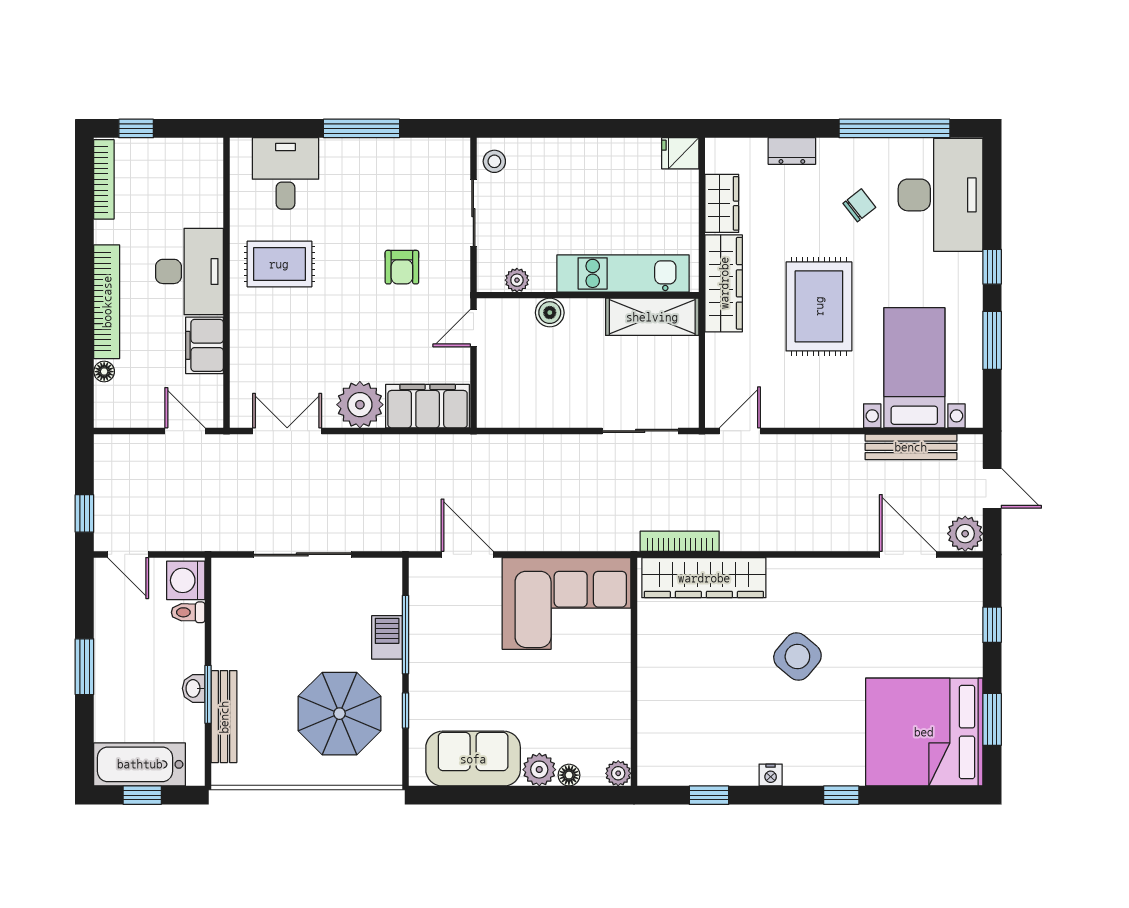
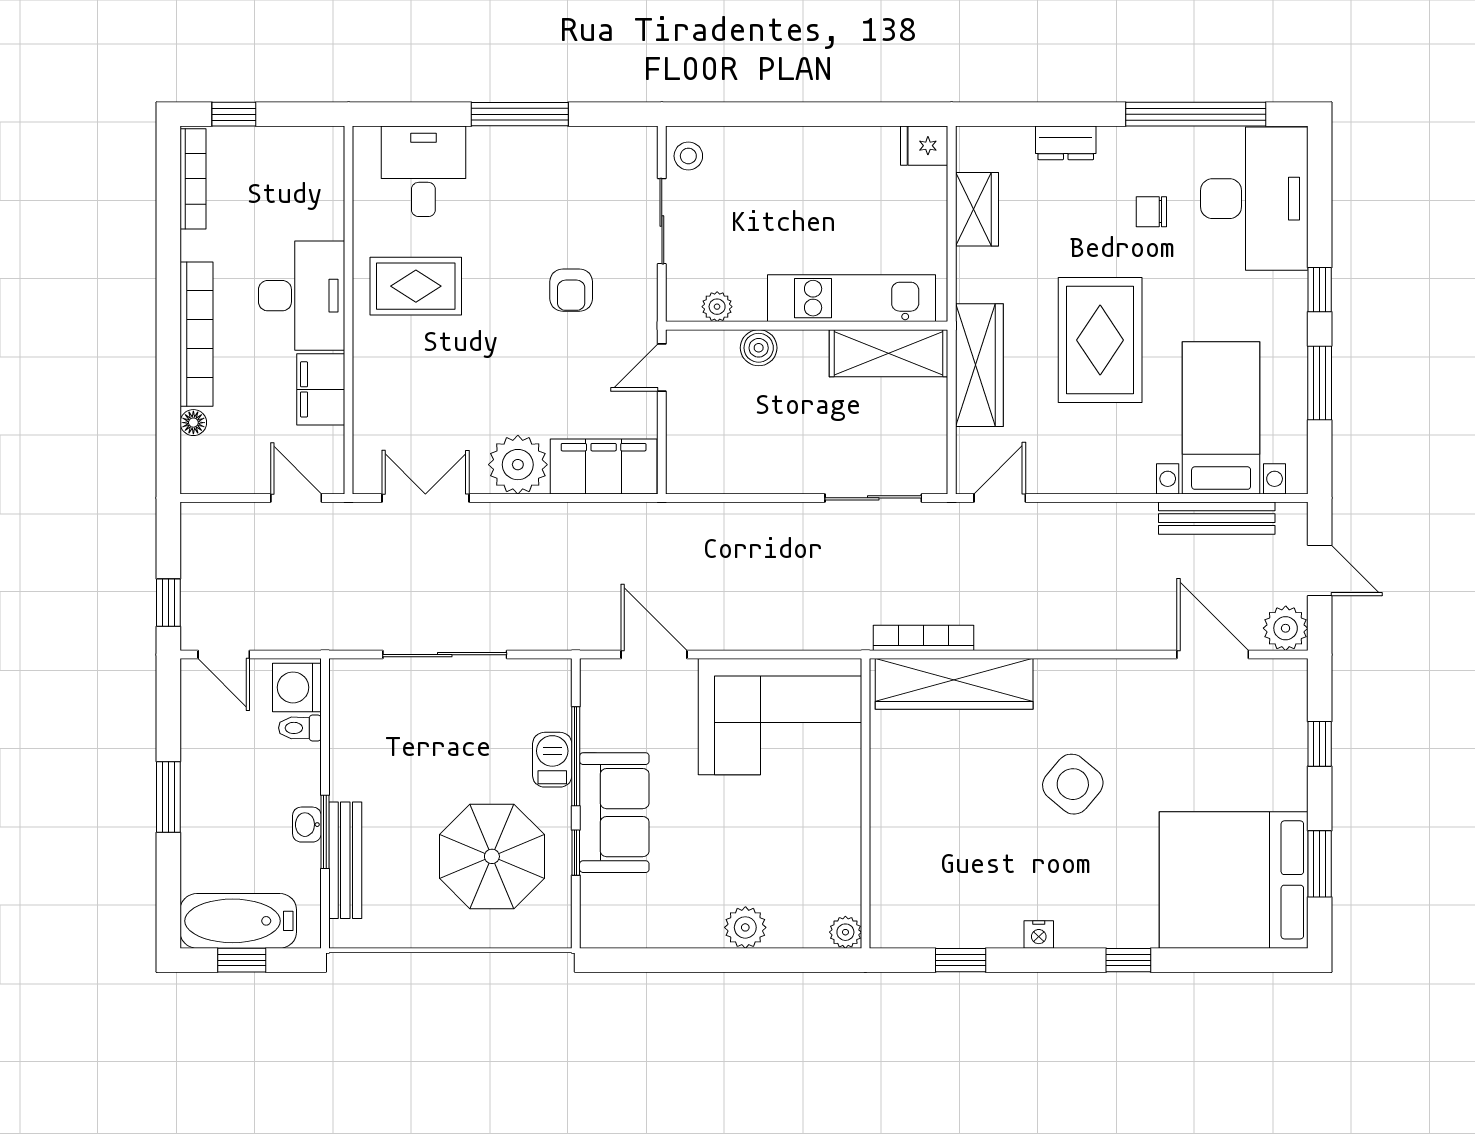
chair: (859, 205) -> (1151, 212), turned -142
wardrobe: (724, 283) -> (979, 365), moved
sofa: (473, 759) -> (614, 813), moved, turned 90
floor lamp: (569, 775) -> (783, 934), removed

